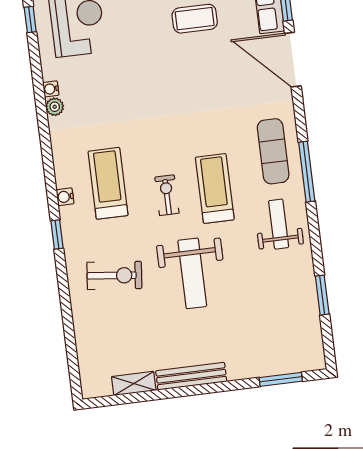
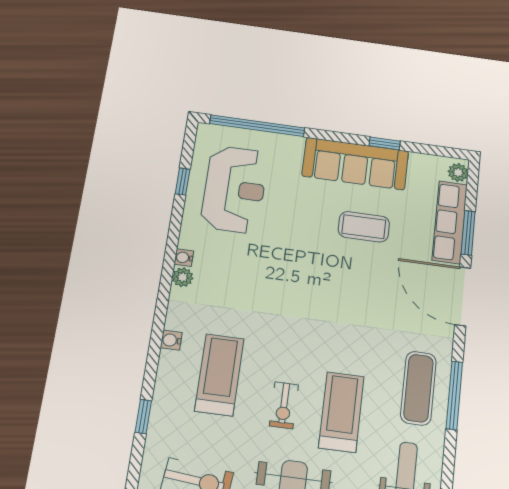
window: (307, 172) -> (454, 395), moved
exercise bike: (167, 195) -> (284, 405), turned 180
water cooler: (65, 197) -> (171, 340), moved

